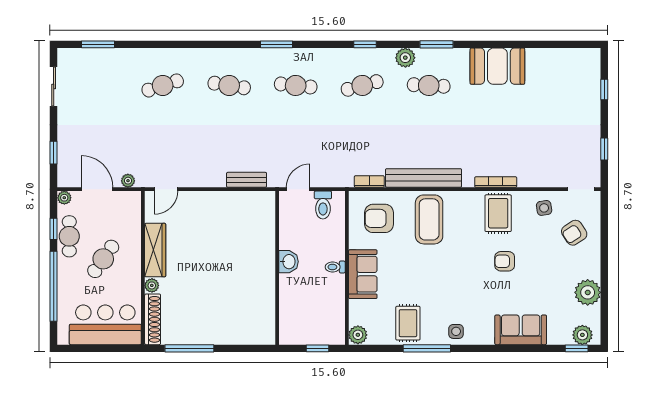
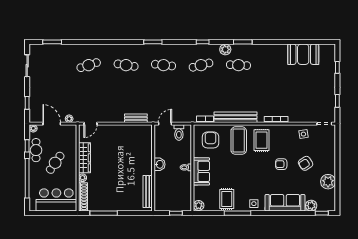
booth: (497, 66) -> (303, 54), moved
rug: (498, 213) -> (262, 140), moved
armchair: (379, 218) -> (211, 140), turned 90
armchair: (574, 233) -> (306, 163), moved
bench: (267, 310) -> (148, 191), added
sofa: (521, 330) -> (285, 203), width x1.36
plant: (582, 335) -> (311, 206), moved

